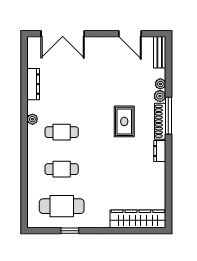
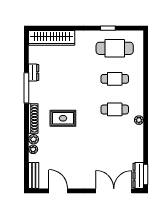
window: (24, 53) -> (146, 175), added
dresser: (33, 84) -> (138, 175), moved
window: (168, 116) -> (26, 88), moved
rug: (124, 121) -> (63, 118), turned 90
dresser: (160, 151) -> (34, 72), moved

